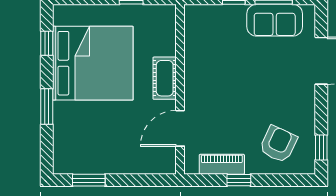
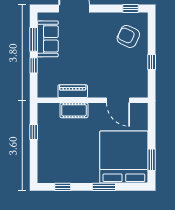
bed: (93, 63) -> (124, 157), moved
cot: (165, 78) -> (74, 110), moved
piano: (222, 164) -> (73, 91), moved, turned 90

